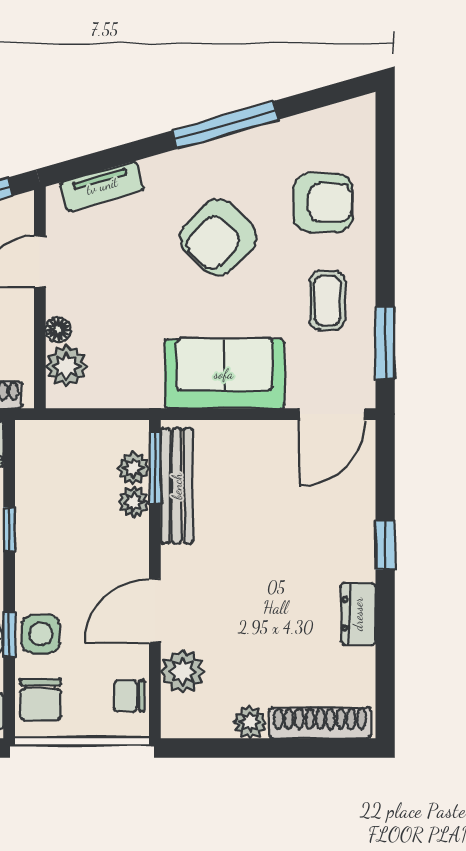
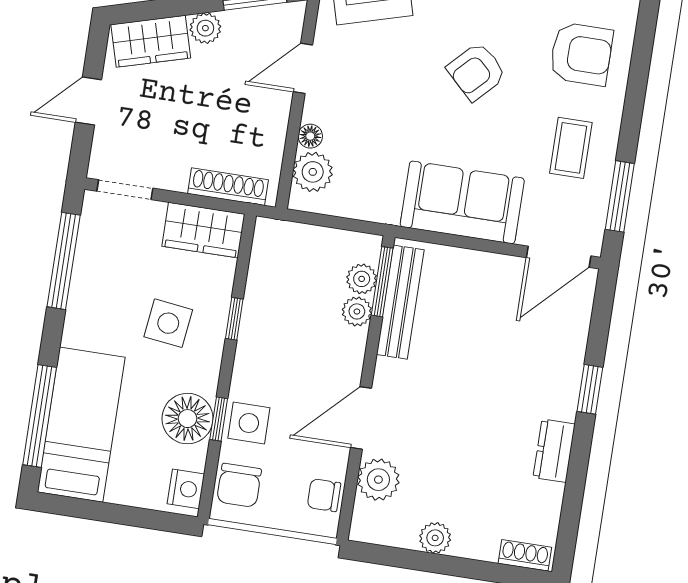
armchair: (218, 237) -> (477, 72), width x0.72, depth x0.72
shoe rack: (320, 723) -> (525, 555), width x0.51, depth x0.81

